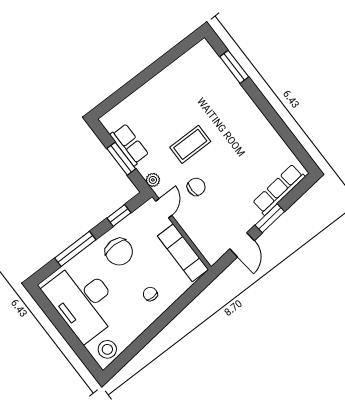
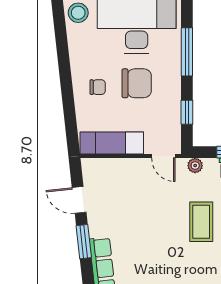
chair: (196, 187) -> (160, 199), removed
chair: (119, 252) -> (137, 83), moved, turned 180

